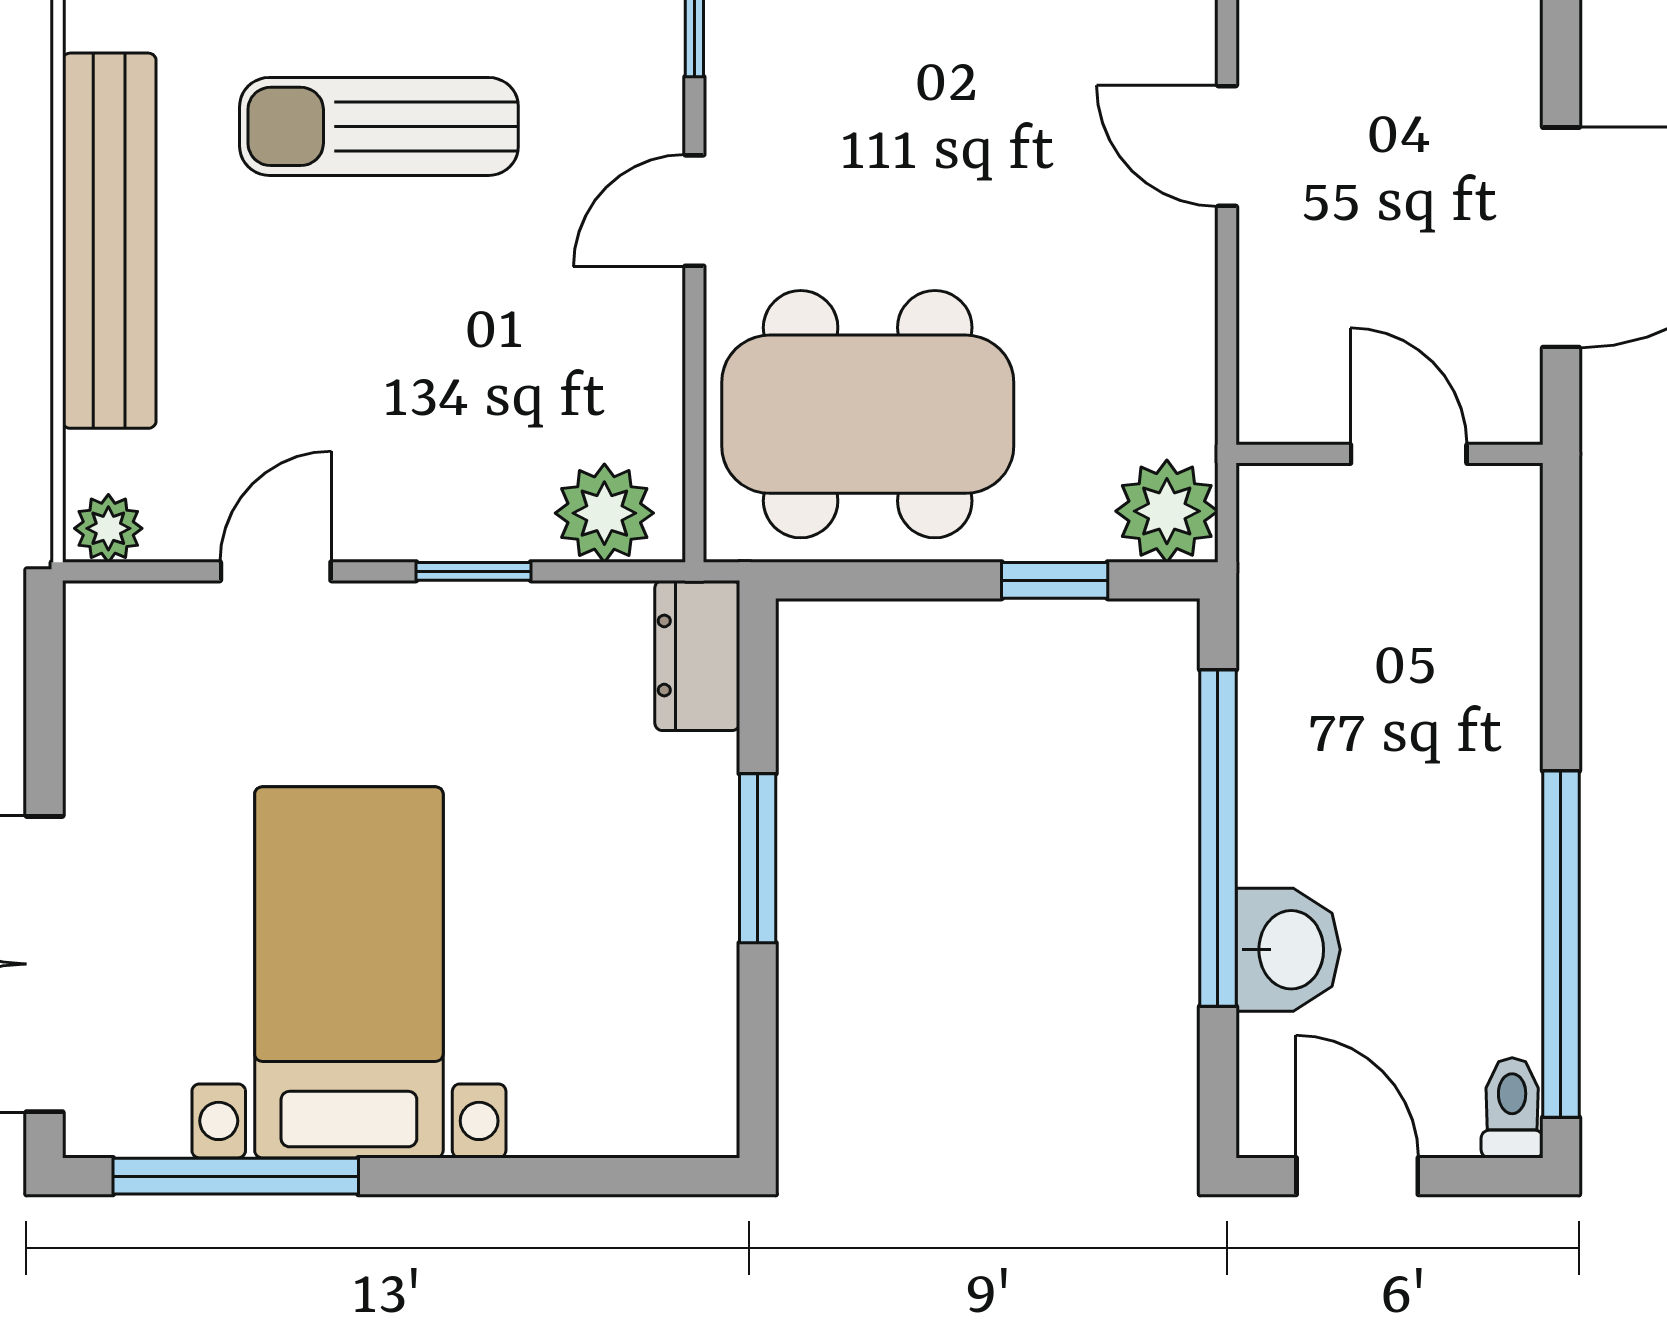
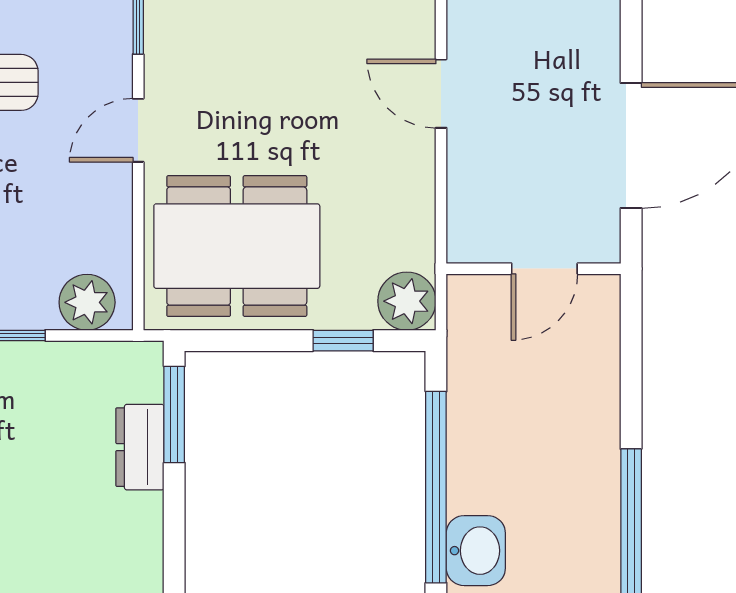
door: (1409, 454) -> (544, 269), swing flipped
dresser: (697, 656) -> (140, 447), moved
window: (758, 858) -> (174, 414), moved

